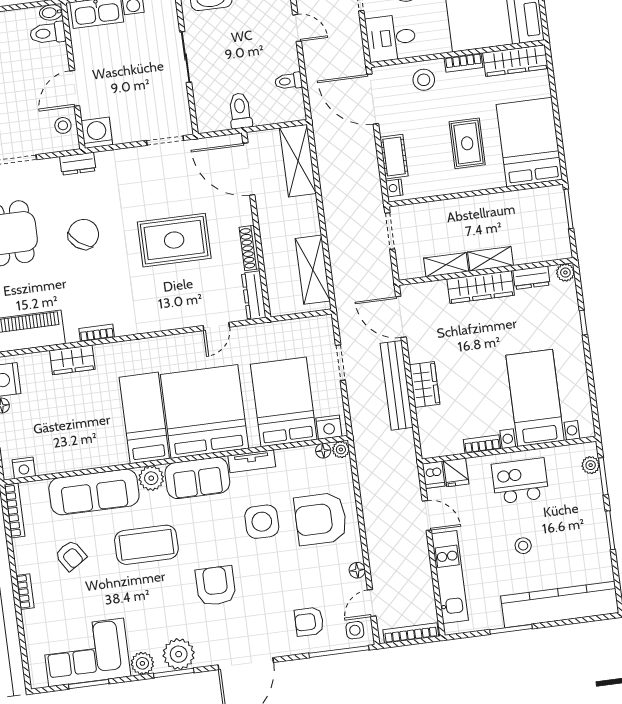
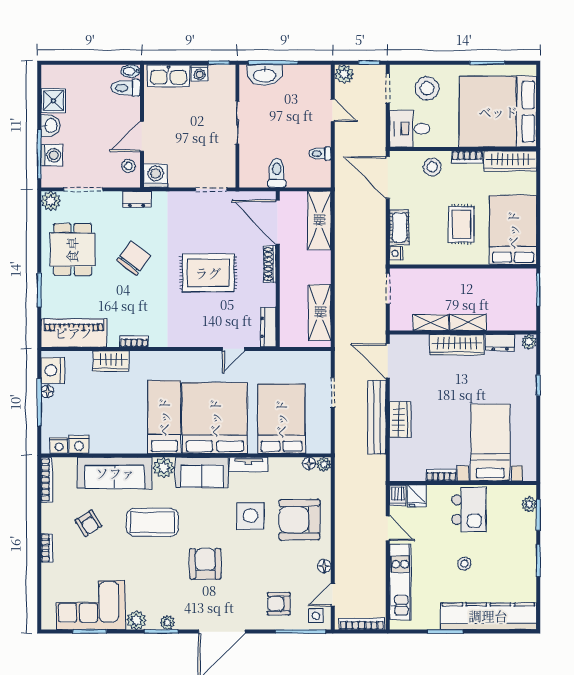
shoe rack: (249, 248) -> (270, 264), moved
nightstand: (329, 427) -> (79, 445), moved
kitchen island: (520, 481) -> (469, 510), turned 90
plant: (179, 654) -> (167, 623), width x0.53, depth x0.53

